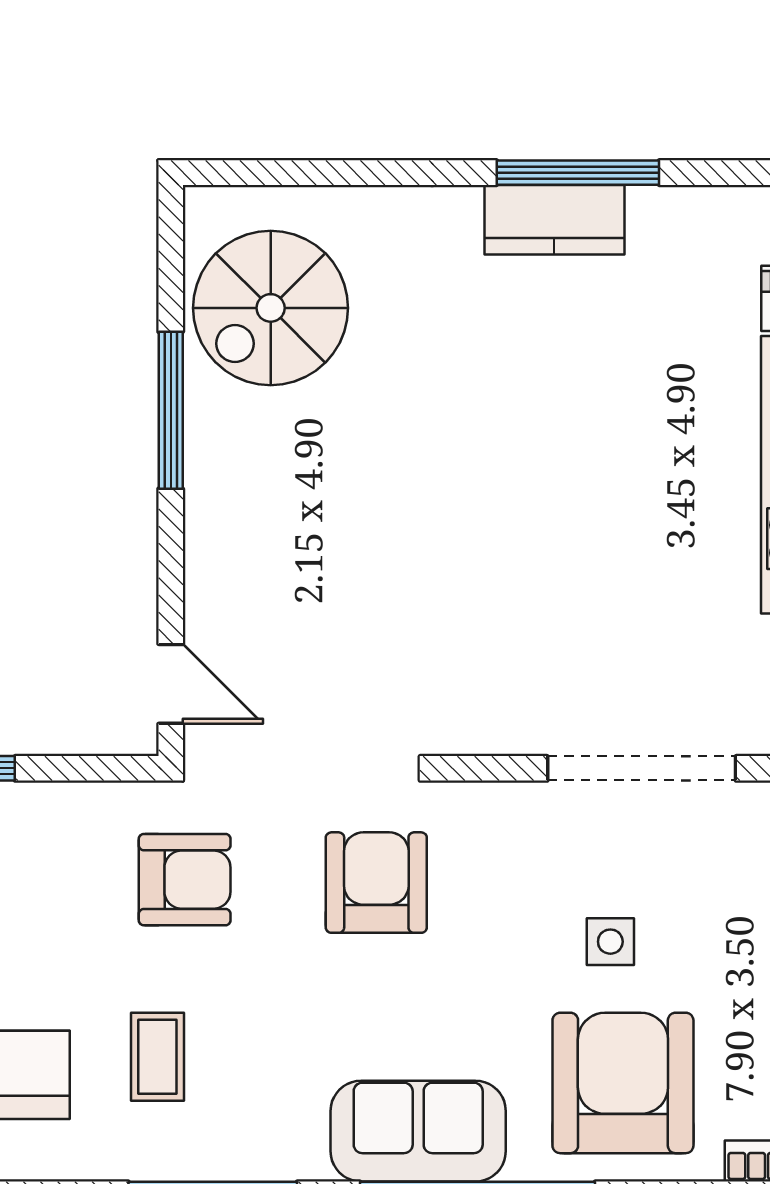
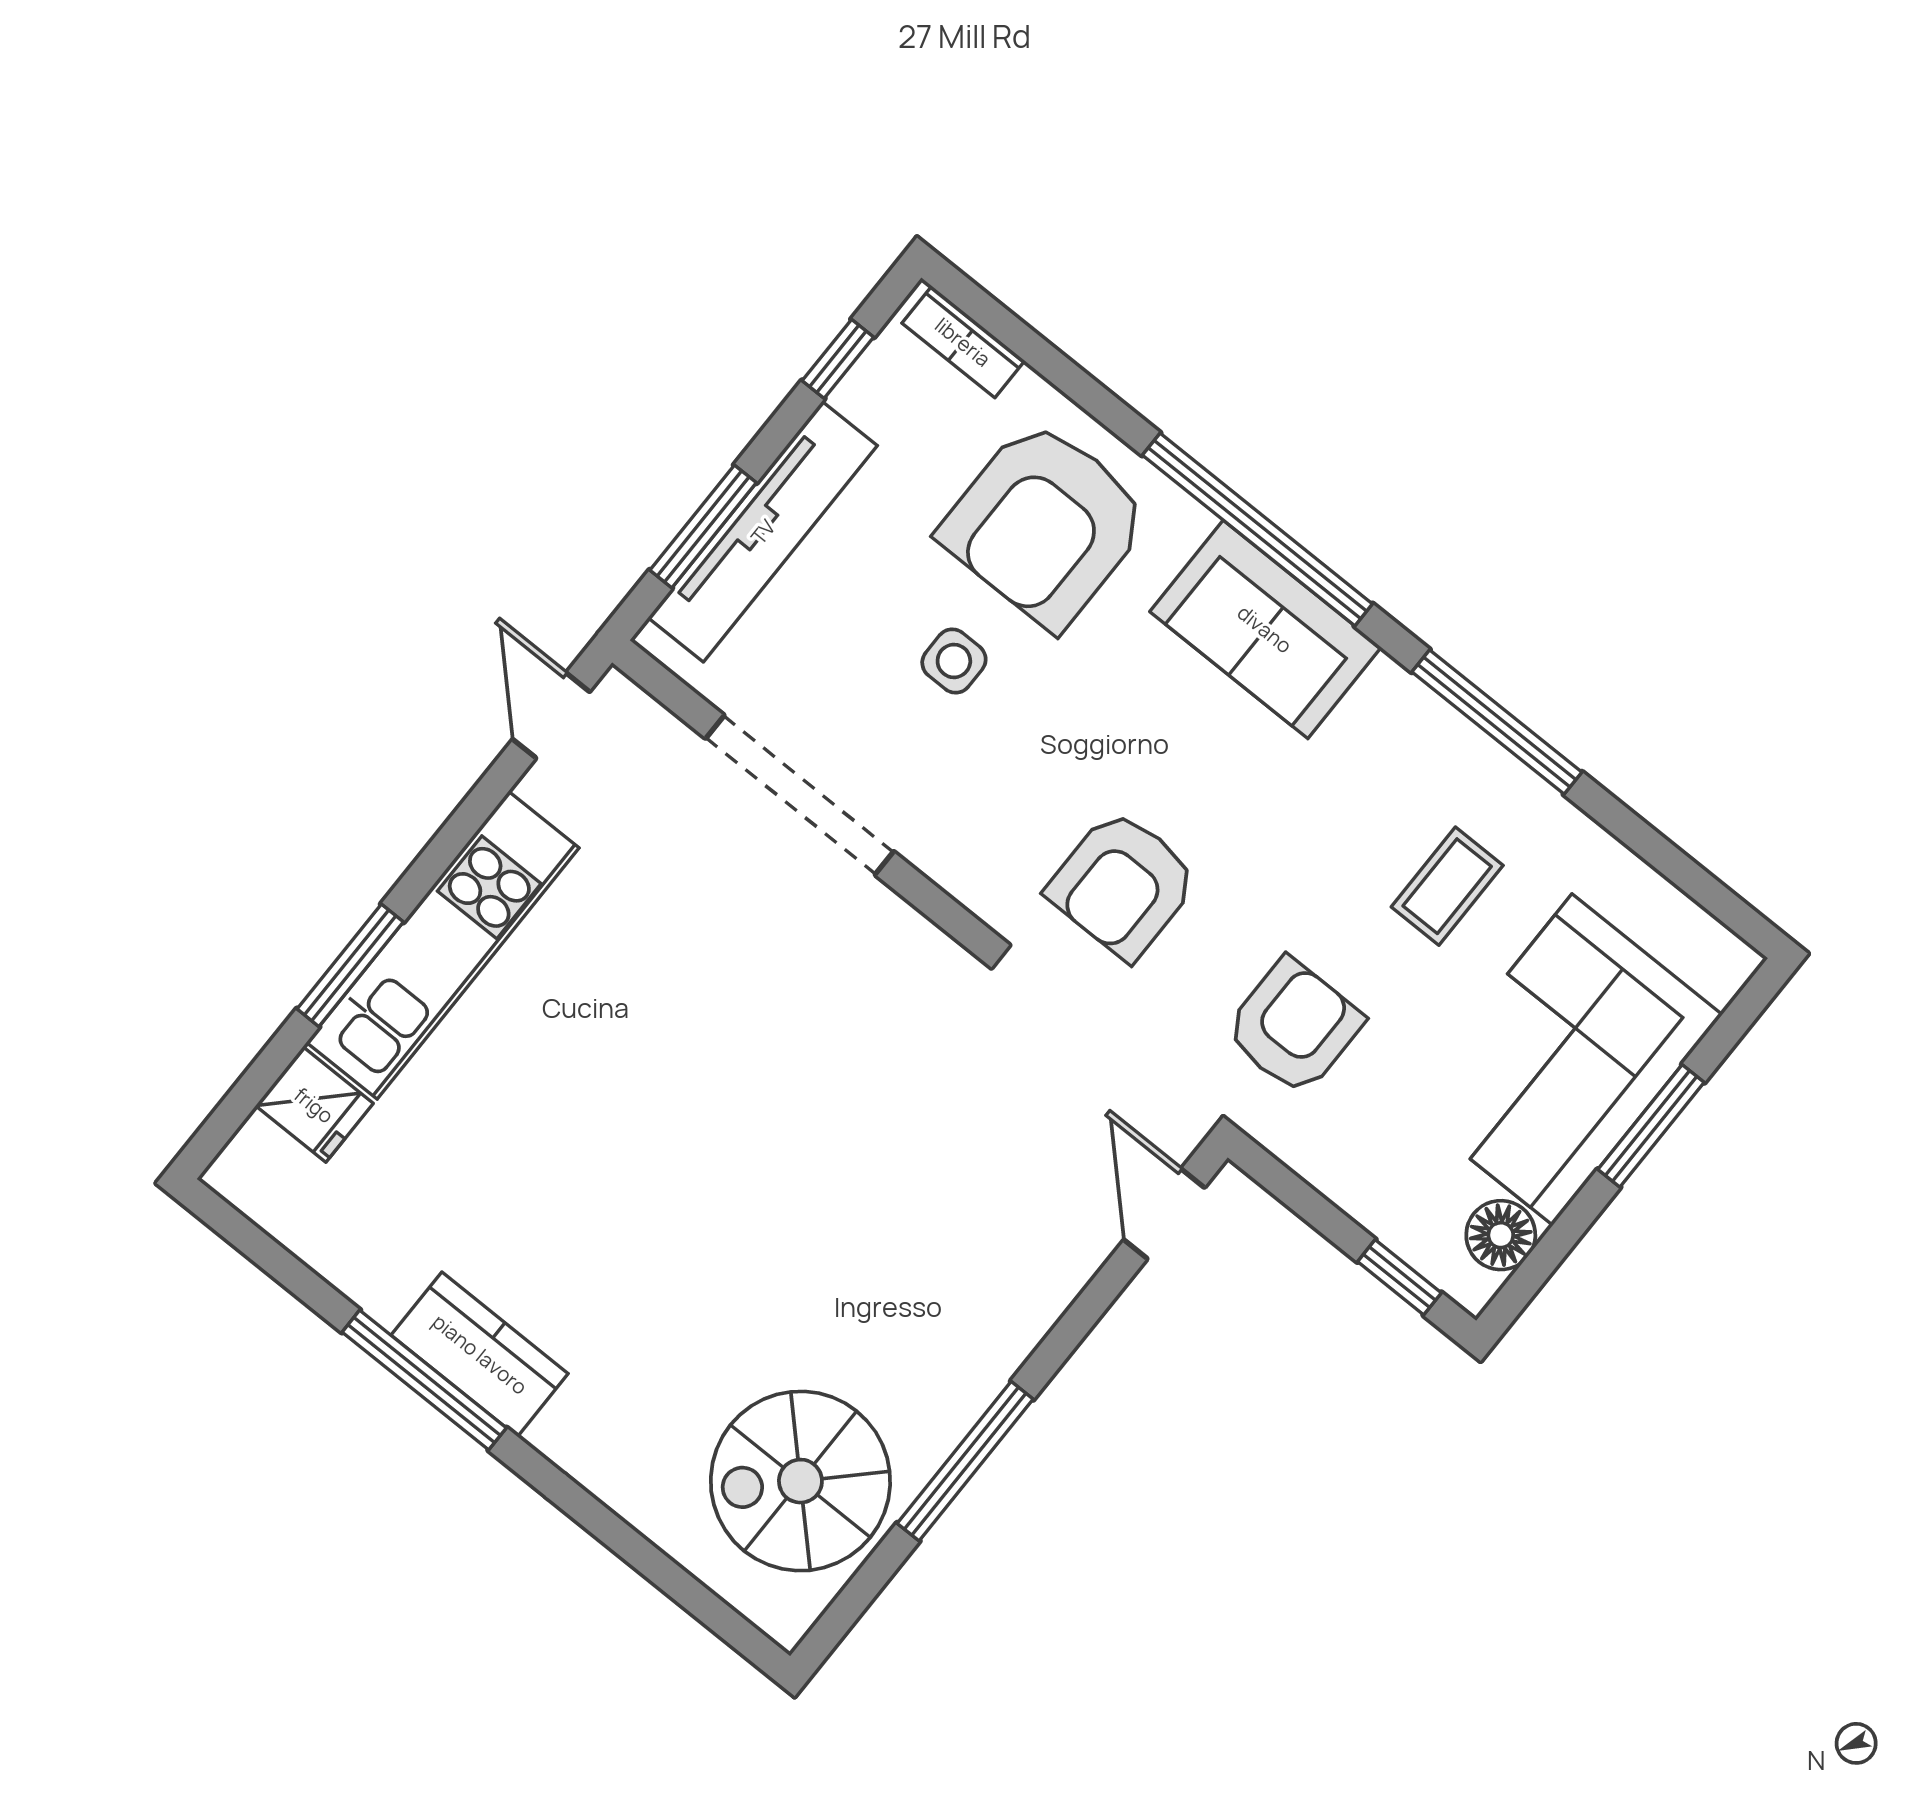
spiral stairs: (271, 308) -> (800, 1481), turned 180
armchair: (185, 880) -> (1294, 1027), turned 90

